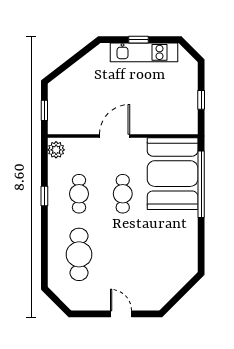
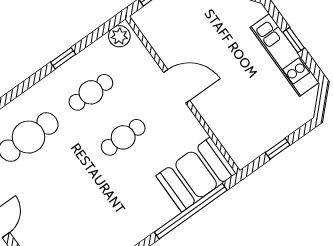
booth: (173, 174) -> (196, 175), width x0.73, depth x0.70

